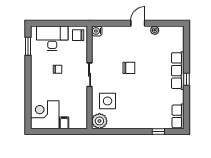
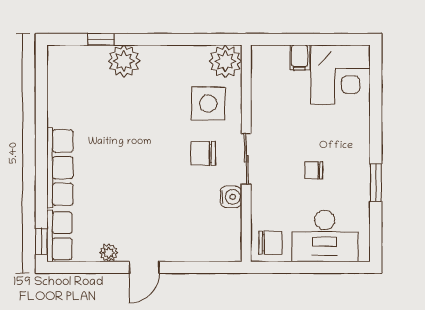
water cooler: (97, 31) -> (231, 197), moved
window: (28, 46) -> (376, 183), moved
chair: (129, 68) -> (203, 153), moved
window: (187, 79) -> (41, 242), moved
row of seats: (178, 116) -> (59, 236), moved
plant: (148, 121) -> (124, 61), added

